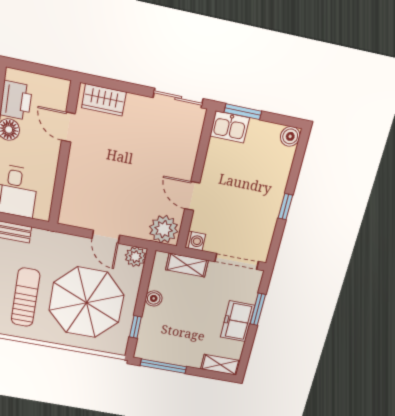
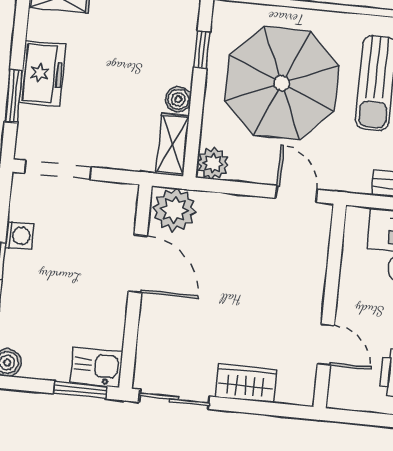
wardrobe: (104, 100) -> (246, 383), moved
door: (192, 196) -> (138, 264), width x1.38
door: (106, 237) -> (296, 194), moved
washing machine: (195, 241) -> (19, 236), moved, turned 180
shelving: (187, 265) -> (173, 145), moved, turned 90

